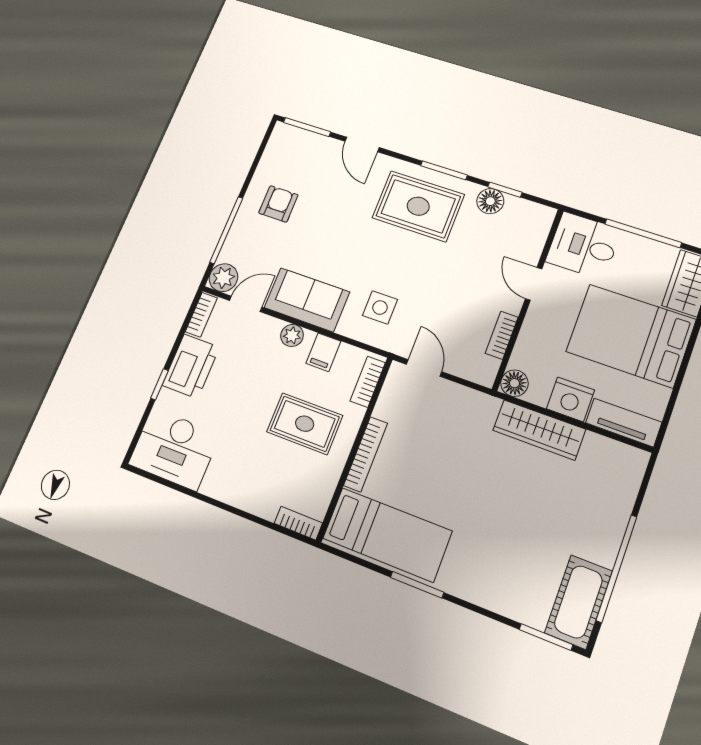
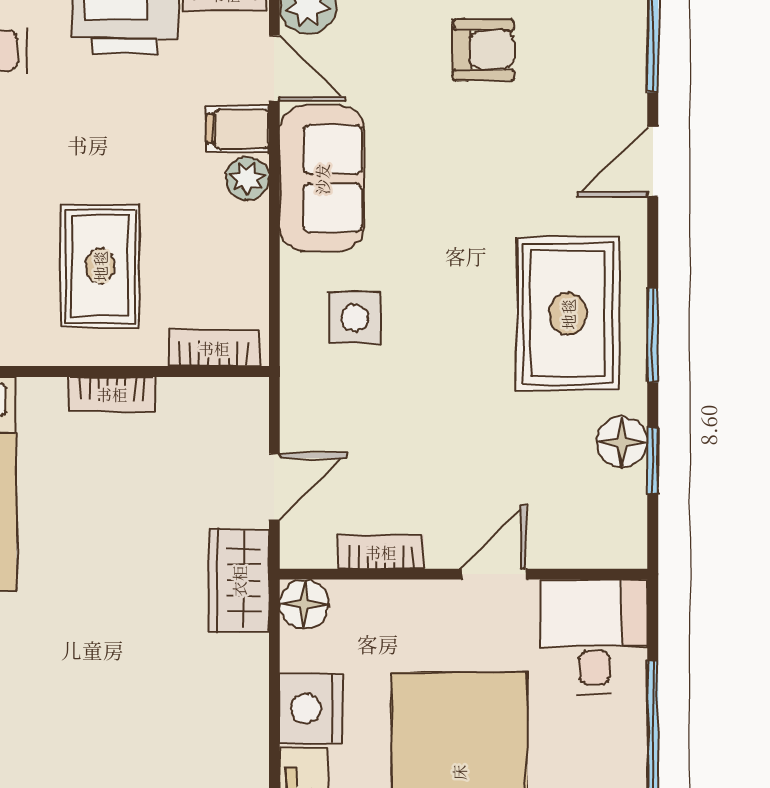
filing cabinet: (323, 352) -> (238, 129), moved
door: (424, 368) -> (274, 487), moved
wardrobe: (539, 430) -> (239, 581), moved, width x0.67
bookcase: (366, 454) -> (112, 394), width x0.64

